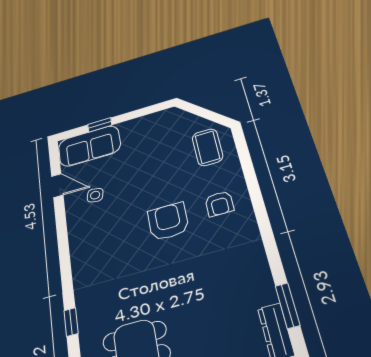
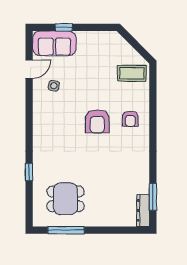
coffee table: (207, 147) -> (132, 73), turned 90
door: (57, 186) -> (29, 69), hinge flipped
armchair: (168, 221) -> (97, 121), turned 180

